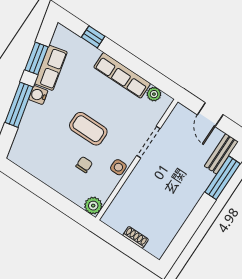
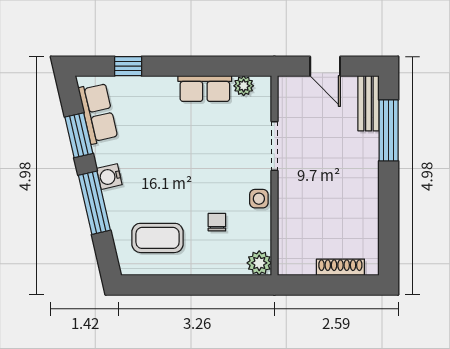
row of seats: (51, 68) -> (98, 113), moved
row of seats: (122, 75) -> (205, 89), width x0.68
coffee table: (88, 129) -> (158, 238), moved
shoe rack: (136, 237) -> (340, 267), width x1.43

